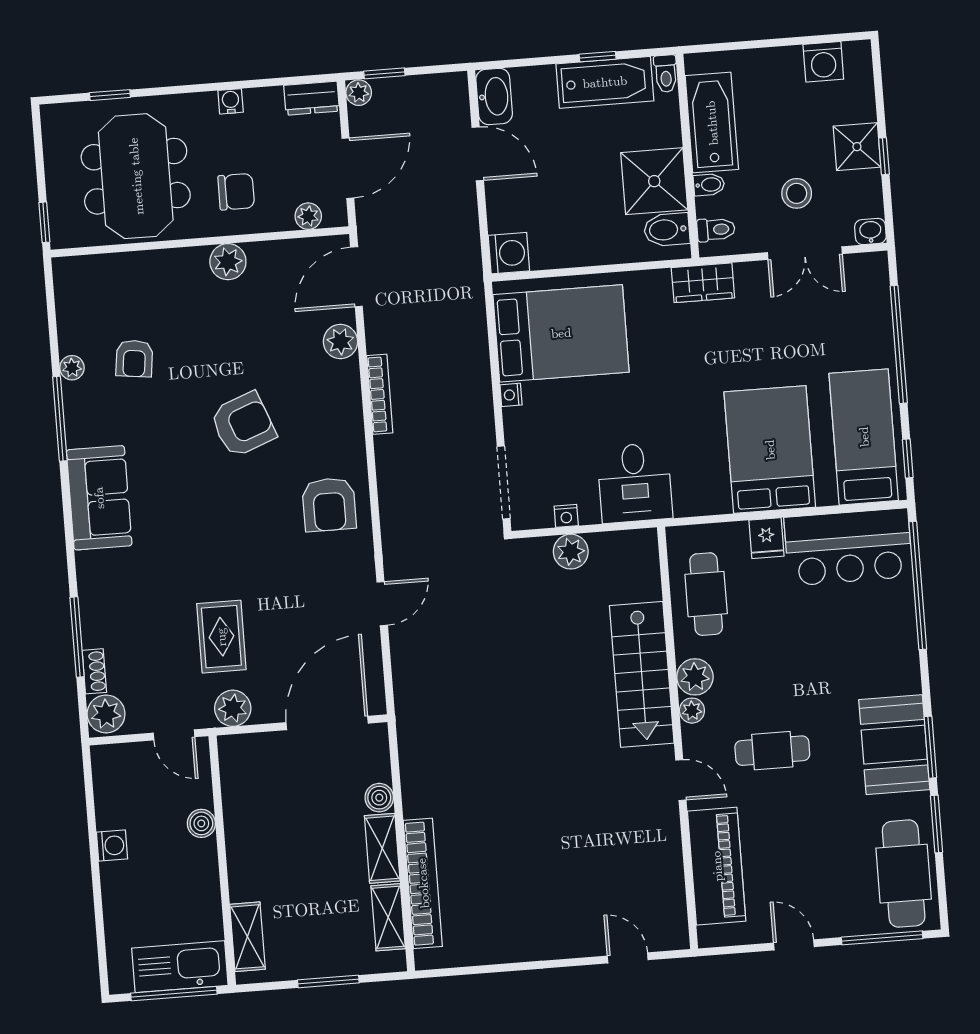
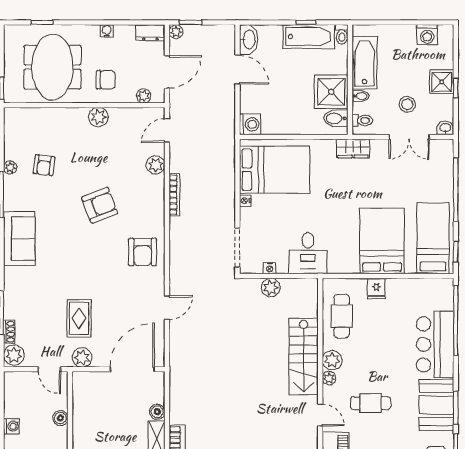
door: (356, 277) -> (167, 131), width x0.73
bar counter: (848, 547) -> (435, 344), moved, turned 90

